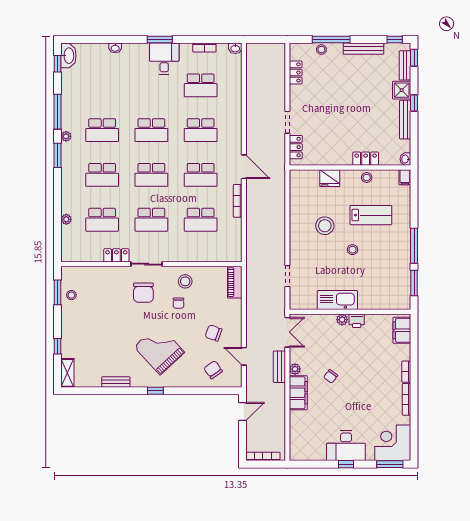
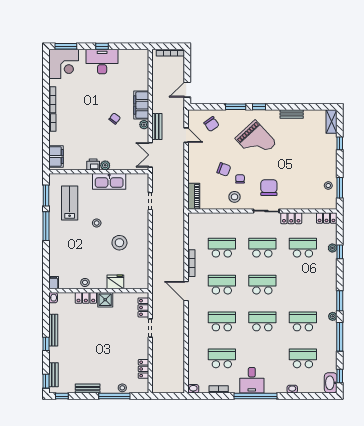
window: (160, 40) -> (255, 396), width x2.11
bench: (363, 49) -> (88, 389), width x0.73
shower: (402, 90) -> (105, 300), moved
school desk: (102, 175) -> (303, 358), moved
window: (57, 215) -> (340, 252), added
lab bench: (371, 215) -> (70, 203), moved, turned 90
locker: (74, 256) -> (326, 218), added
chair: (213, 333) -> (224, 169), moved
window: (184, 391) -> (236, 107), added

